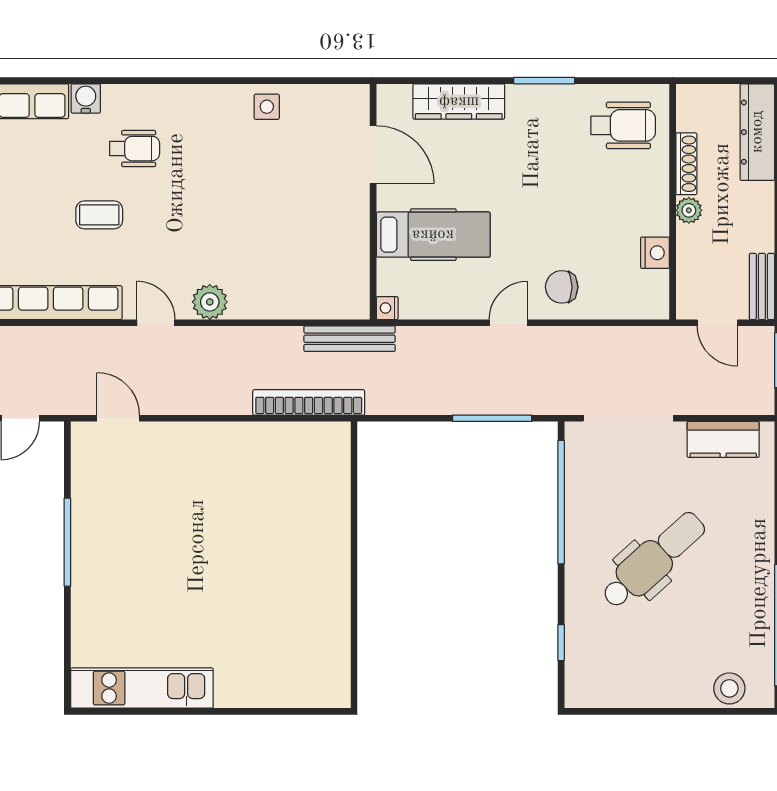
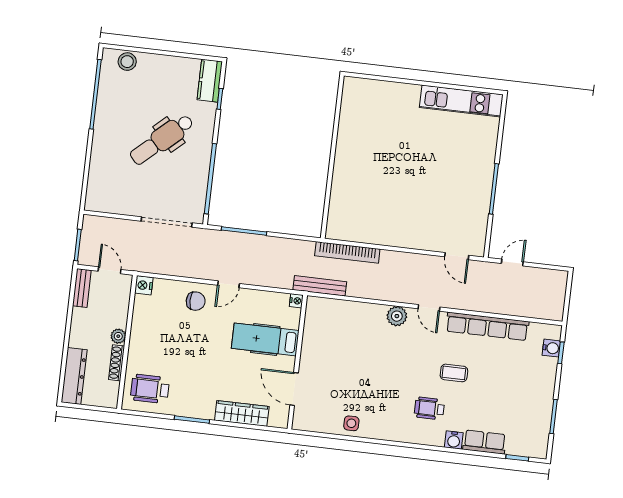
nightstand: (655, 253) -> (144, 285), moved
kitchen counter: (723, 439) -> (210, 81), moved, turned -90

